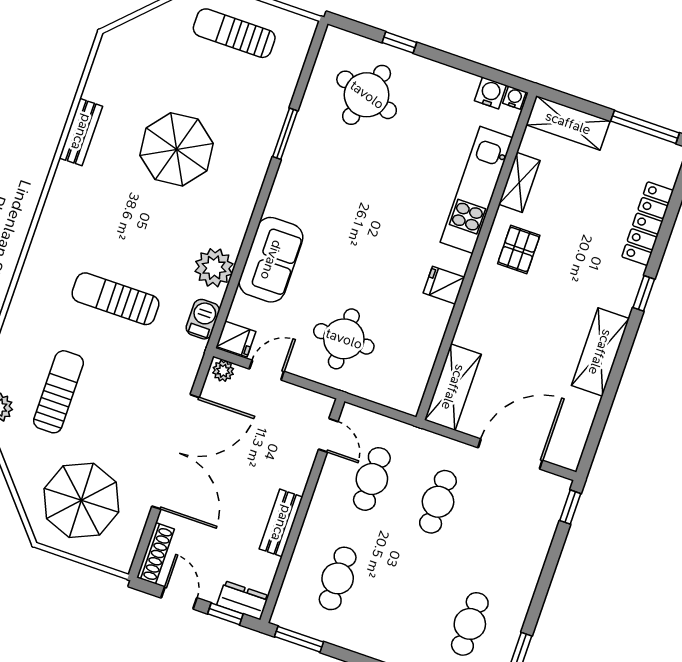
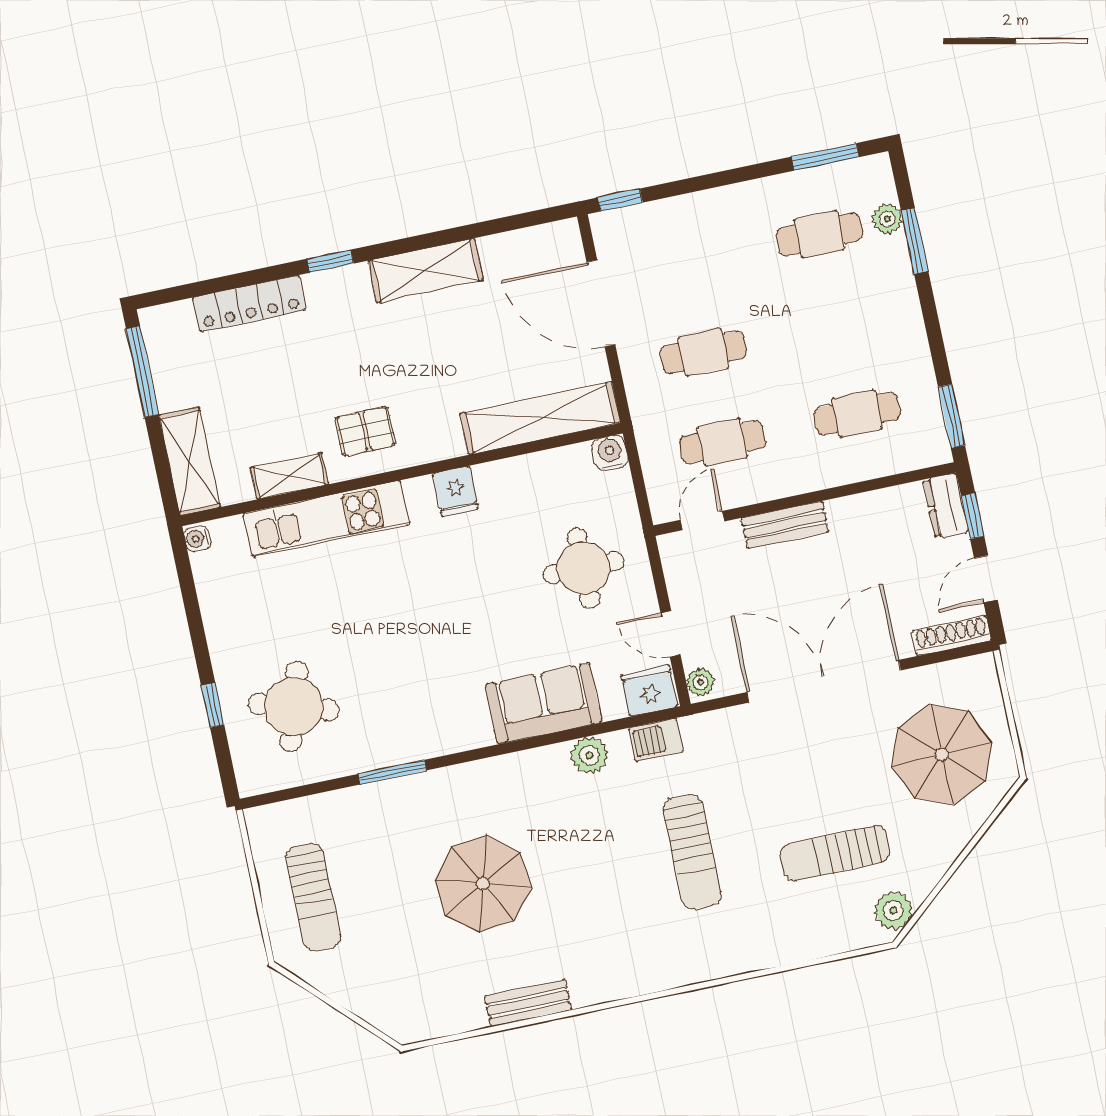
water cooler: (490, 93) -> (610, 453), moved, turned 90
plant: (214, 268) -> (589, 755), width x0.73, depth x0.73
fridge: (236, 339) -> (650, 691), width x1.38
shelving: (453, 387) -> (540, 418), width x1.47
bench: (281, 523) -> (785, 525), moved

